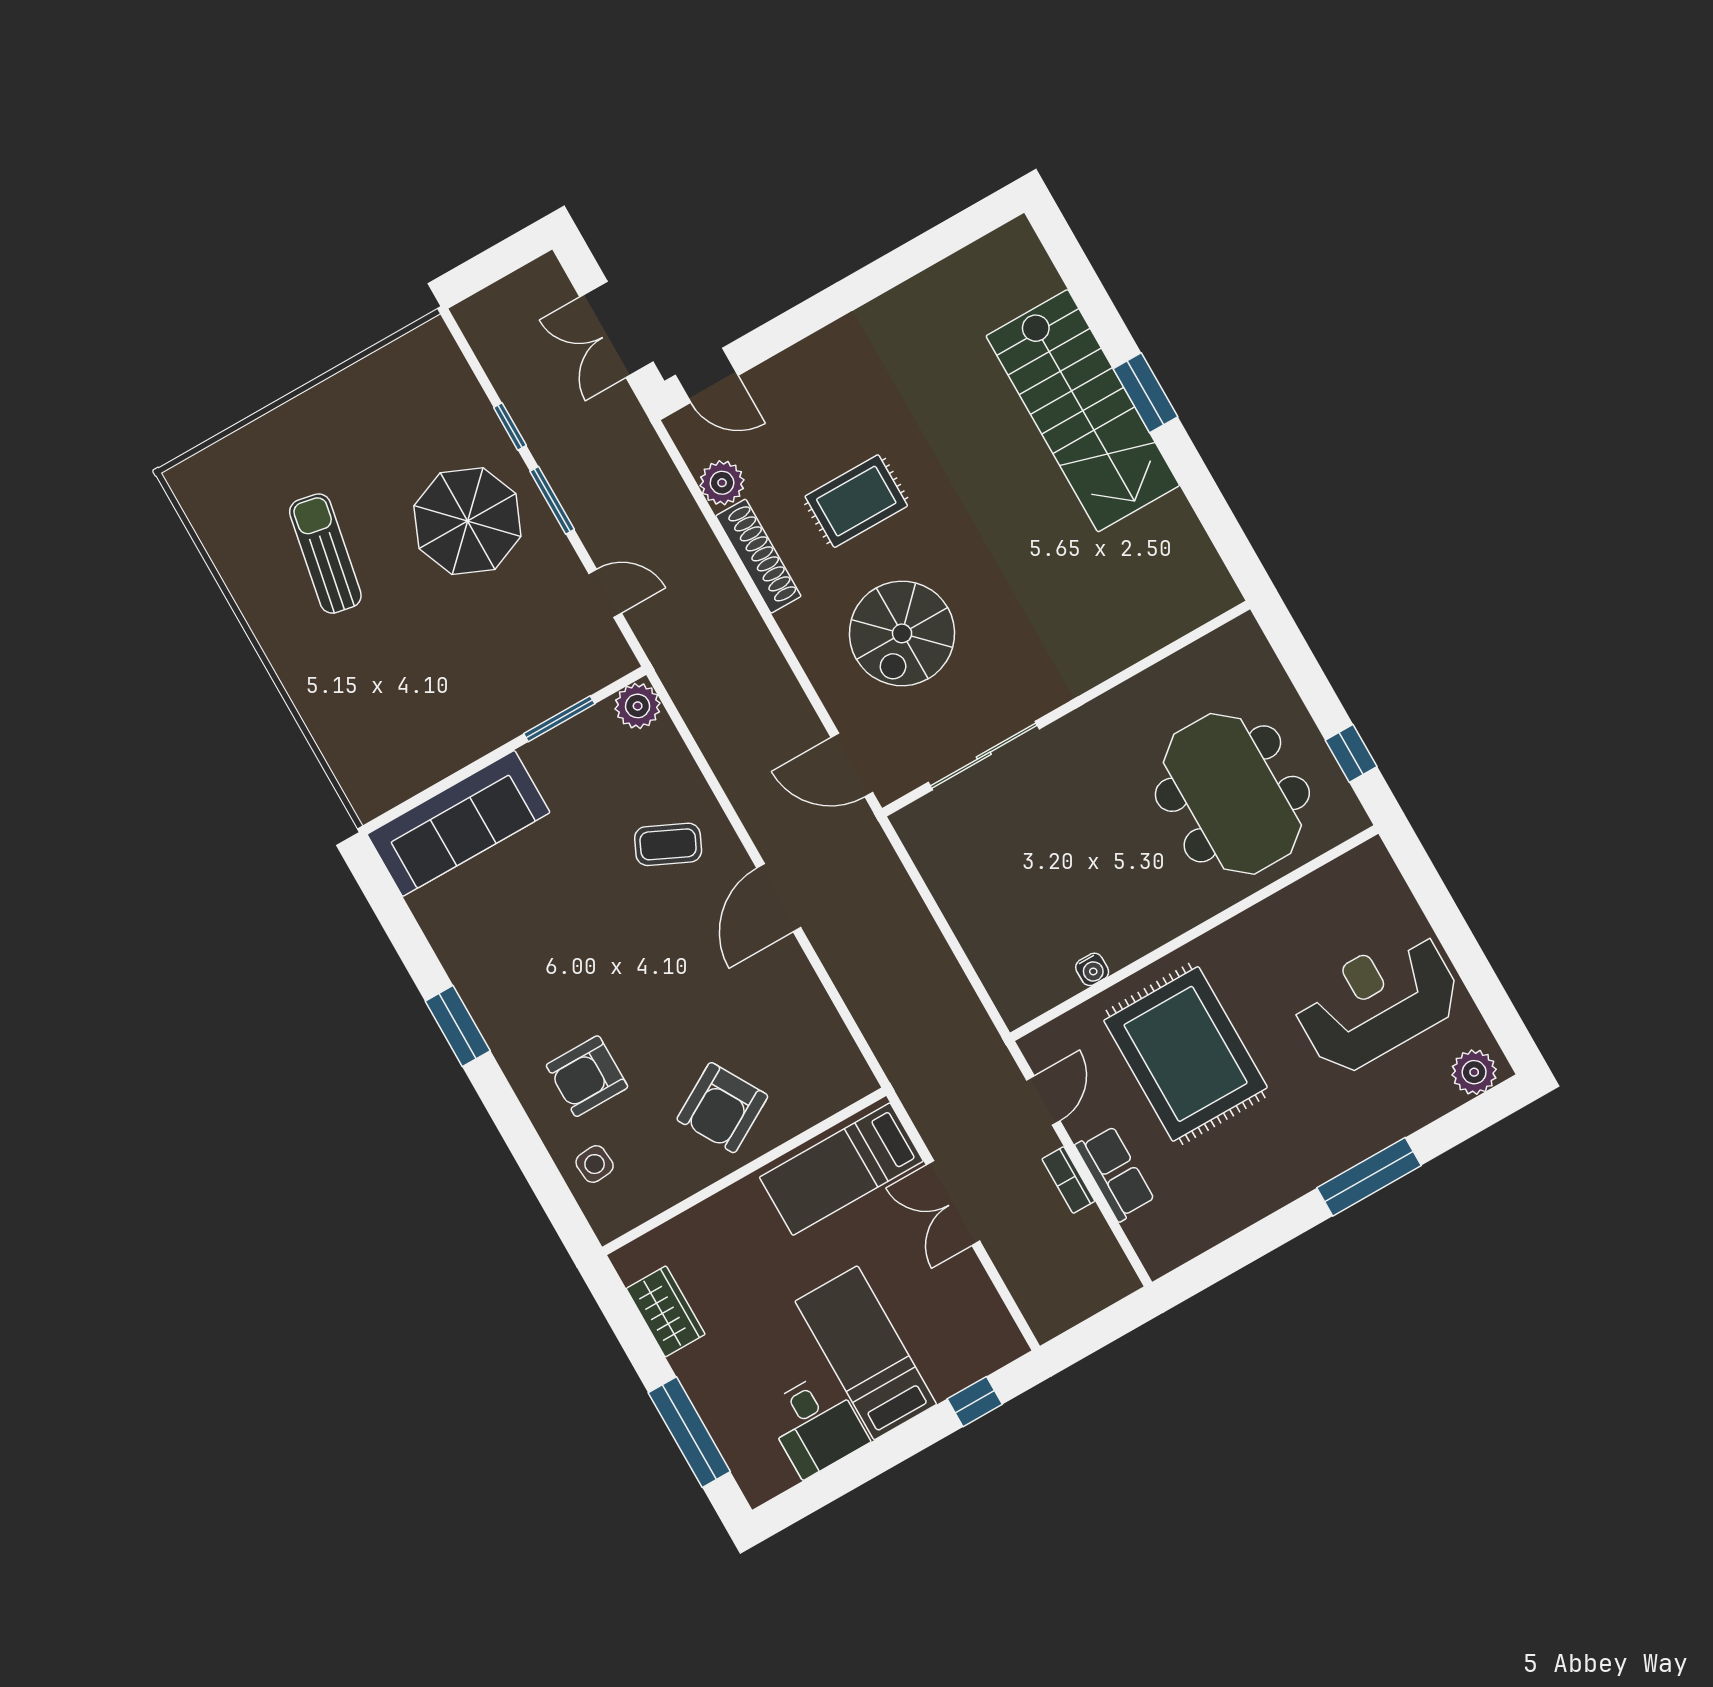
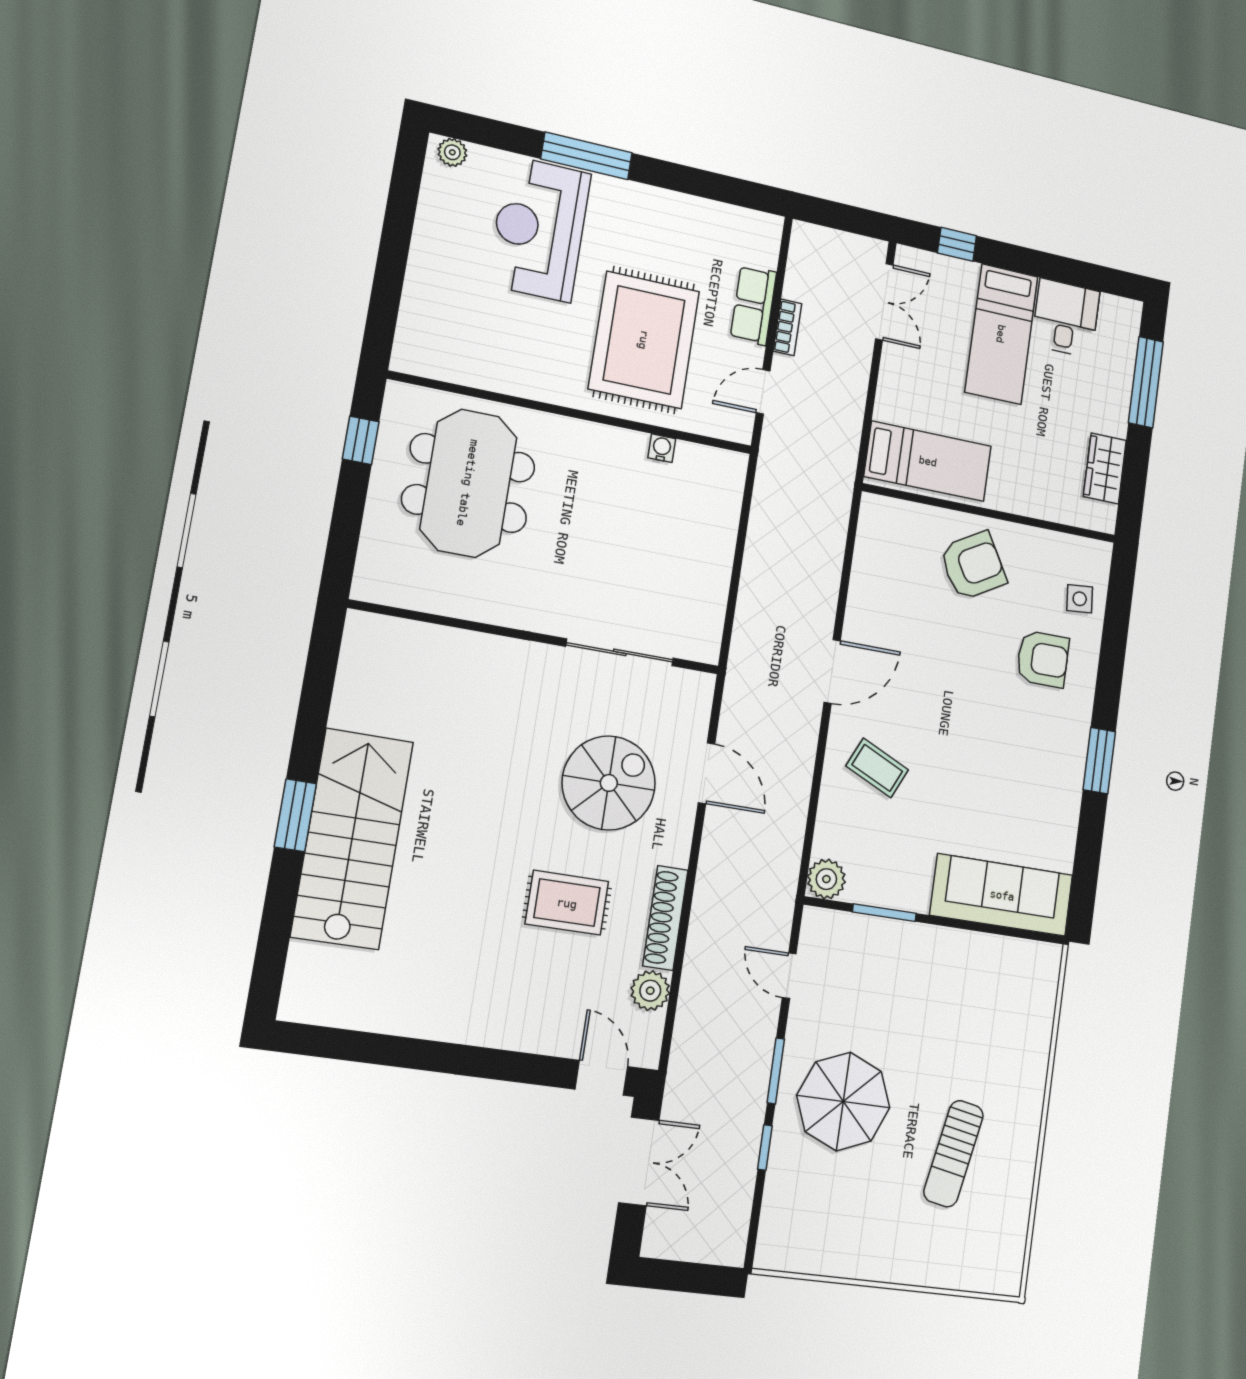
door: (852, 765) -> (706, 773), moved
reception desk: (1377, 1002) -> (539, 229), moved, turned 90
plant: (1474, 1072) -> (452, 152), width x0.73, depth x0.73
double door: (953, 1203) -> (884, 302), moved

